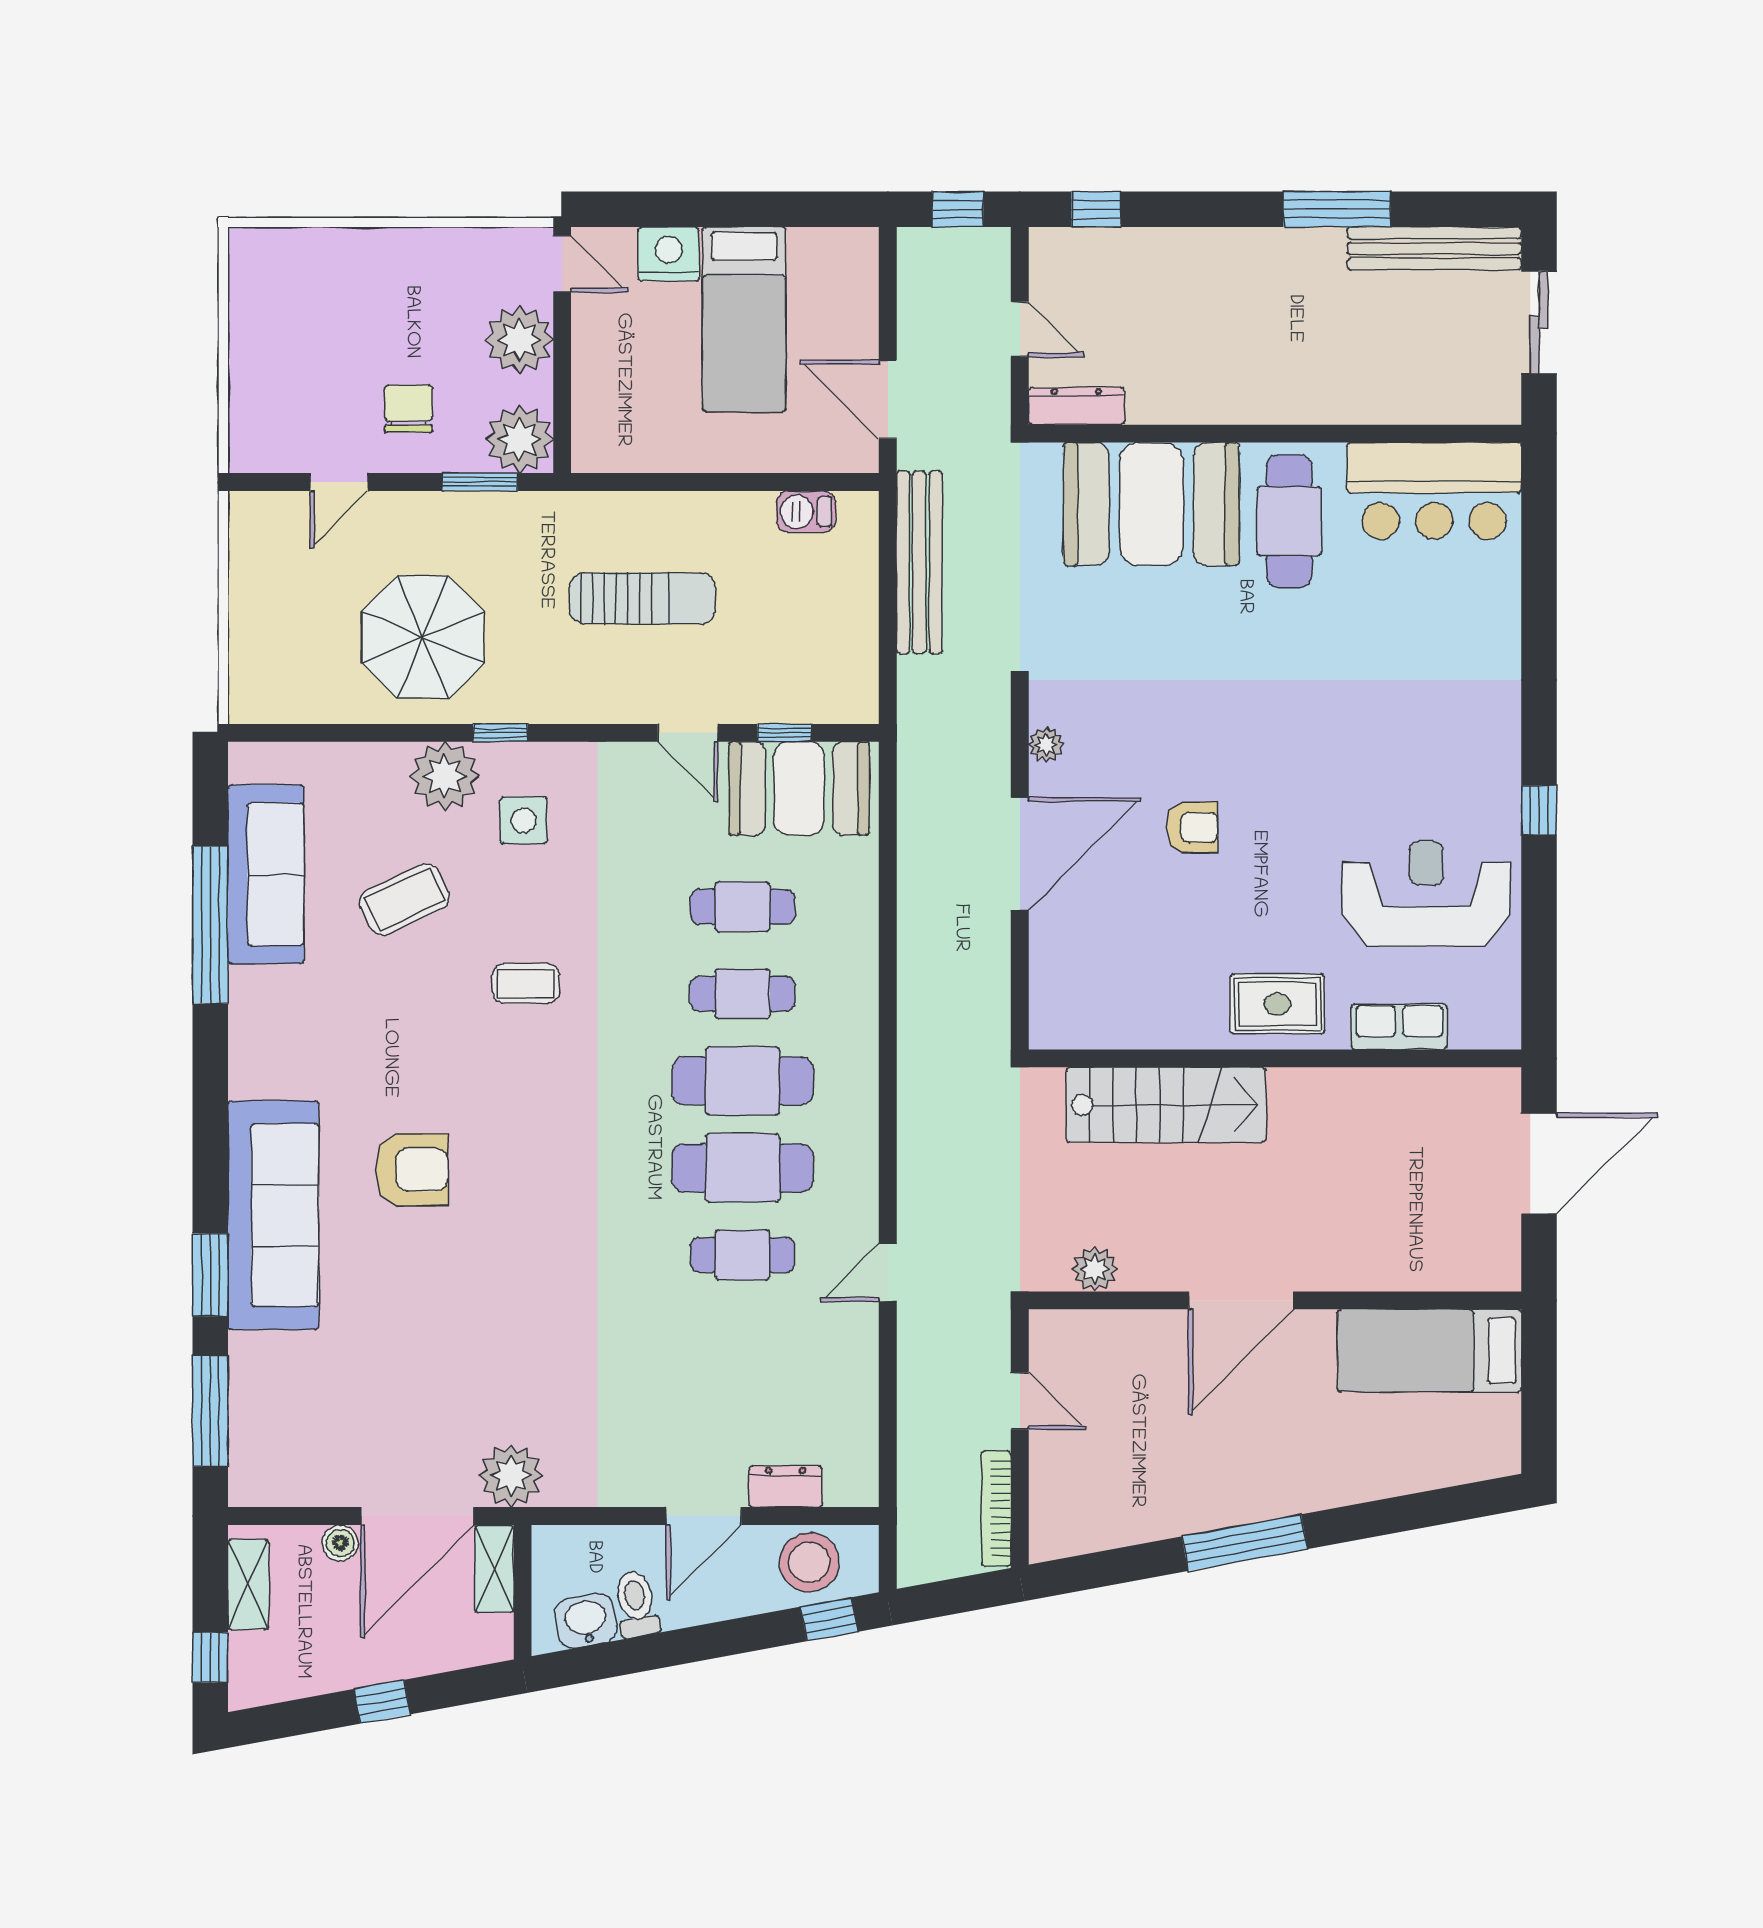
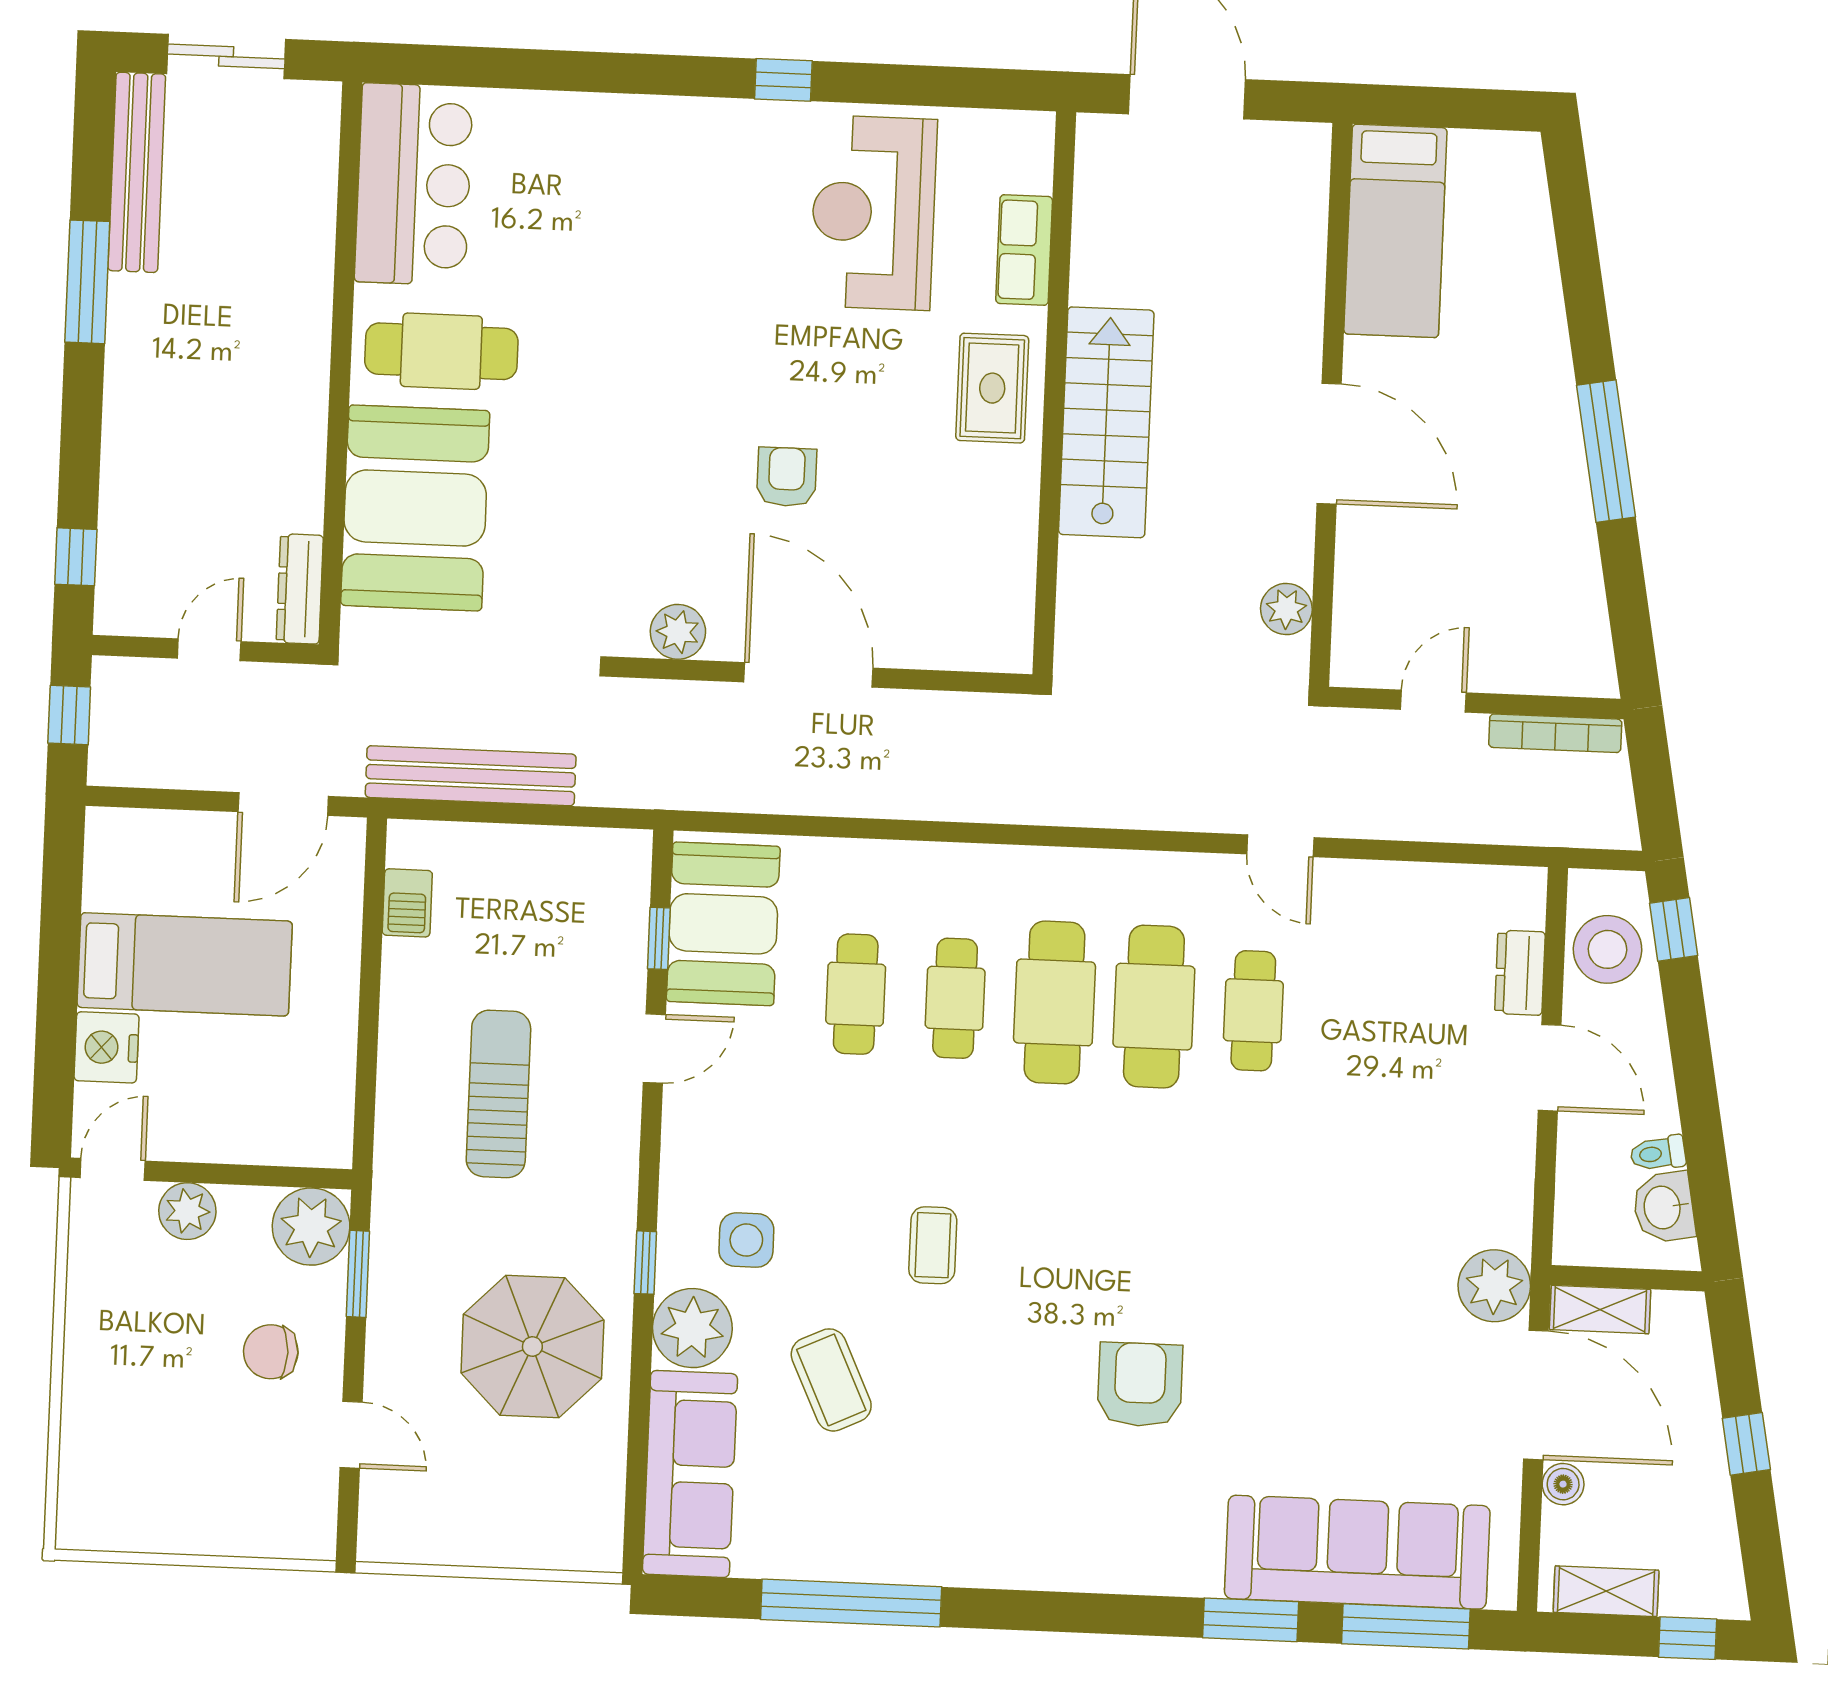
plant: (519, 340) -> (187, 1211), width x0.73, depth x0.73
plant: (1046, 745) -> (678, 632), width x1.38, depth x1.38
sofa: (266, 874) -> (690, 1474), moved, turned 90
stairs: (1166, 1105) -> (1106, 422), moved
sofa: (273, 1215) -> (1357, 1552), moved
toilet: (636, 1604) -> (1658, 1153), width x0.73, depth x0.72

